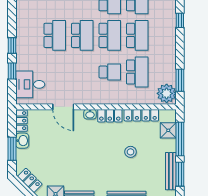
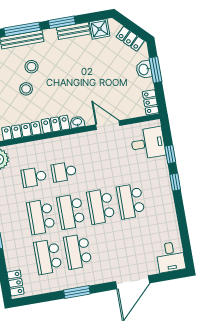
school desk: (137, 72) -> (34, 177), width x0.54
washbasin: (22, 141) -> (144, 69), moved
stool: (122, 171) -> (31, 67), added

